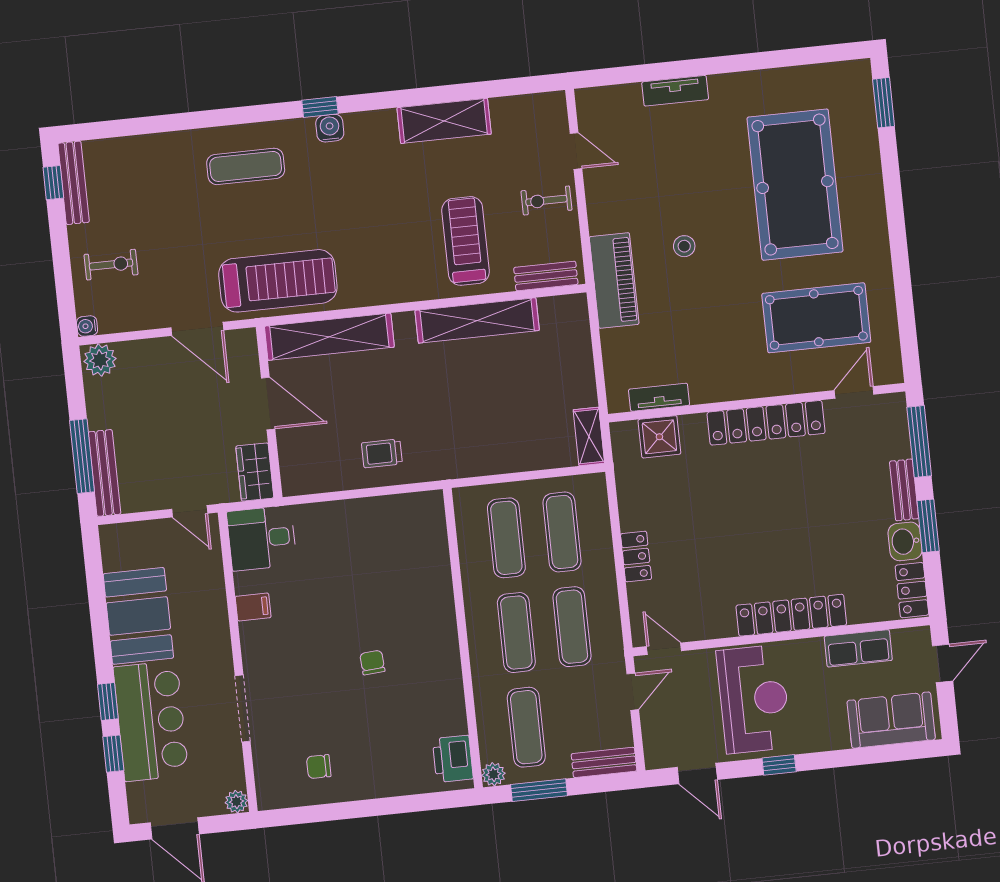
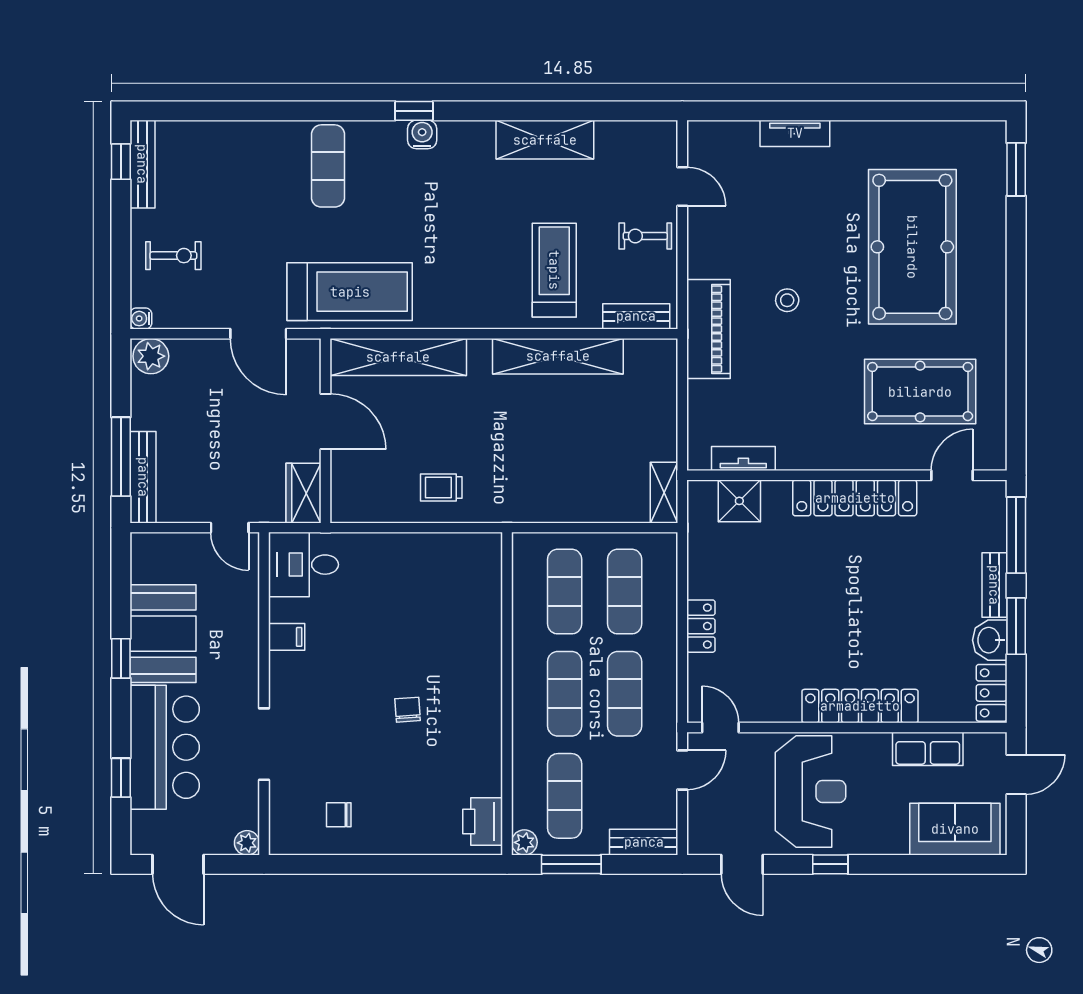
exercise mat: (246, 166) -> (328, 166), turned 90
window: (108, 701) -> (121, 658), moved

